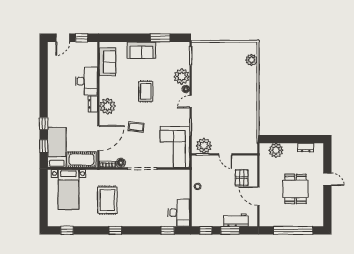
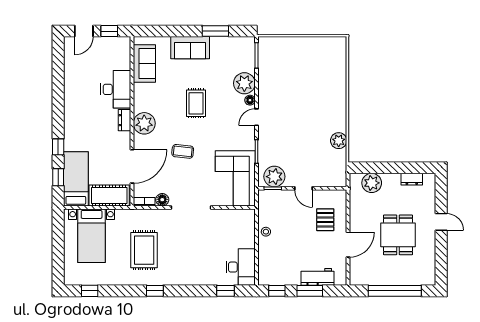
plant: (252, 60) -> (339, 141), moved
door: (258, 196) -> (348, 245), swing flipped

